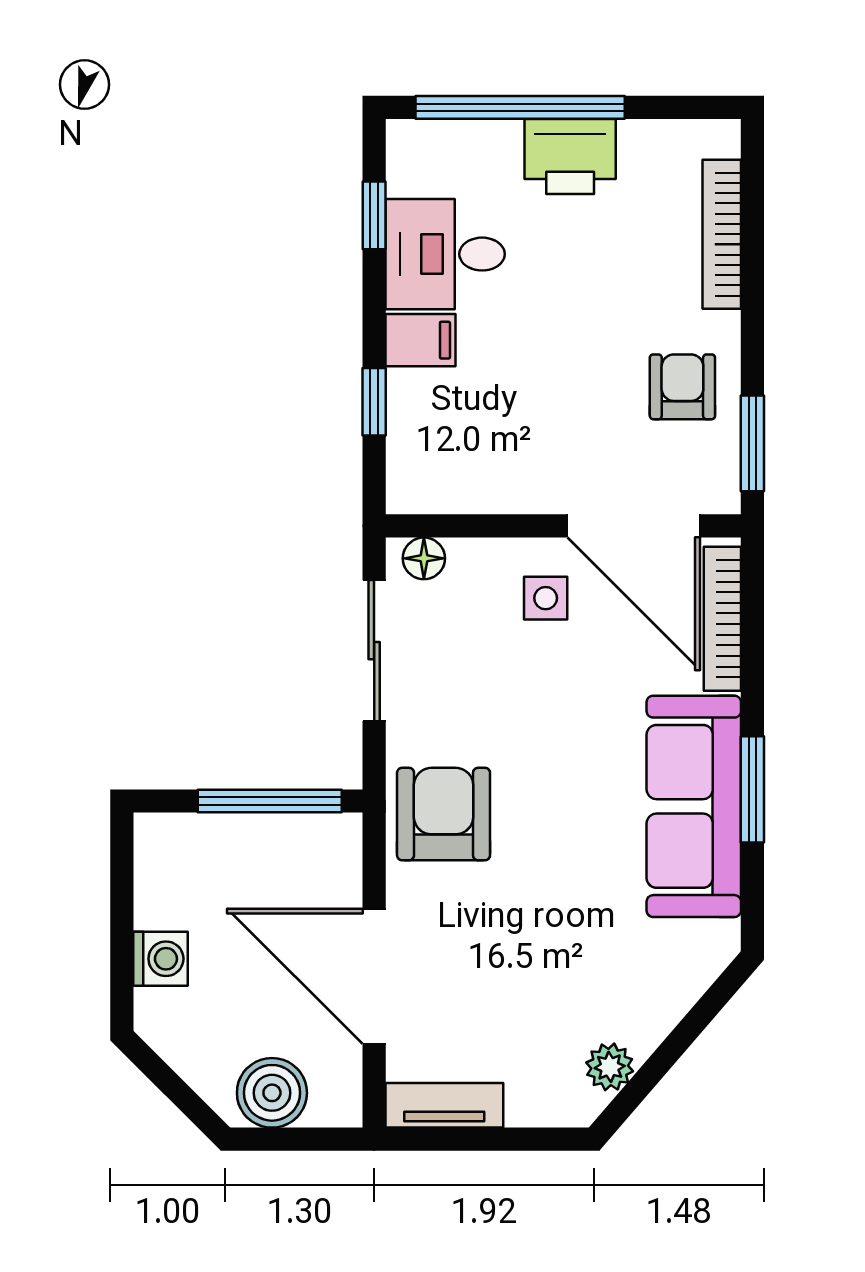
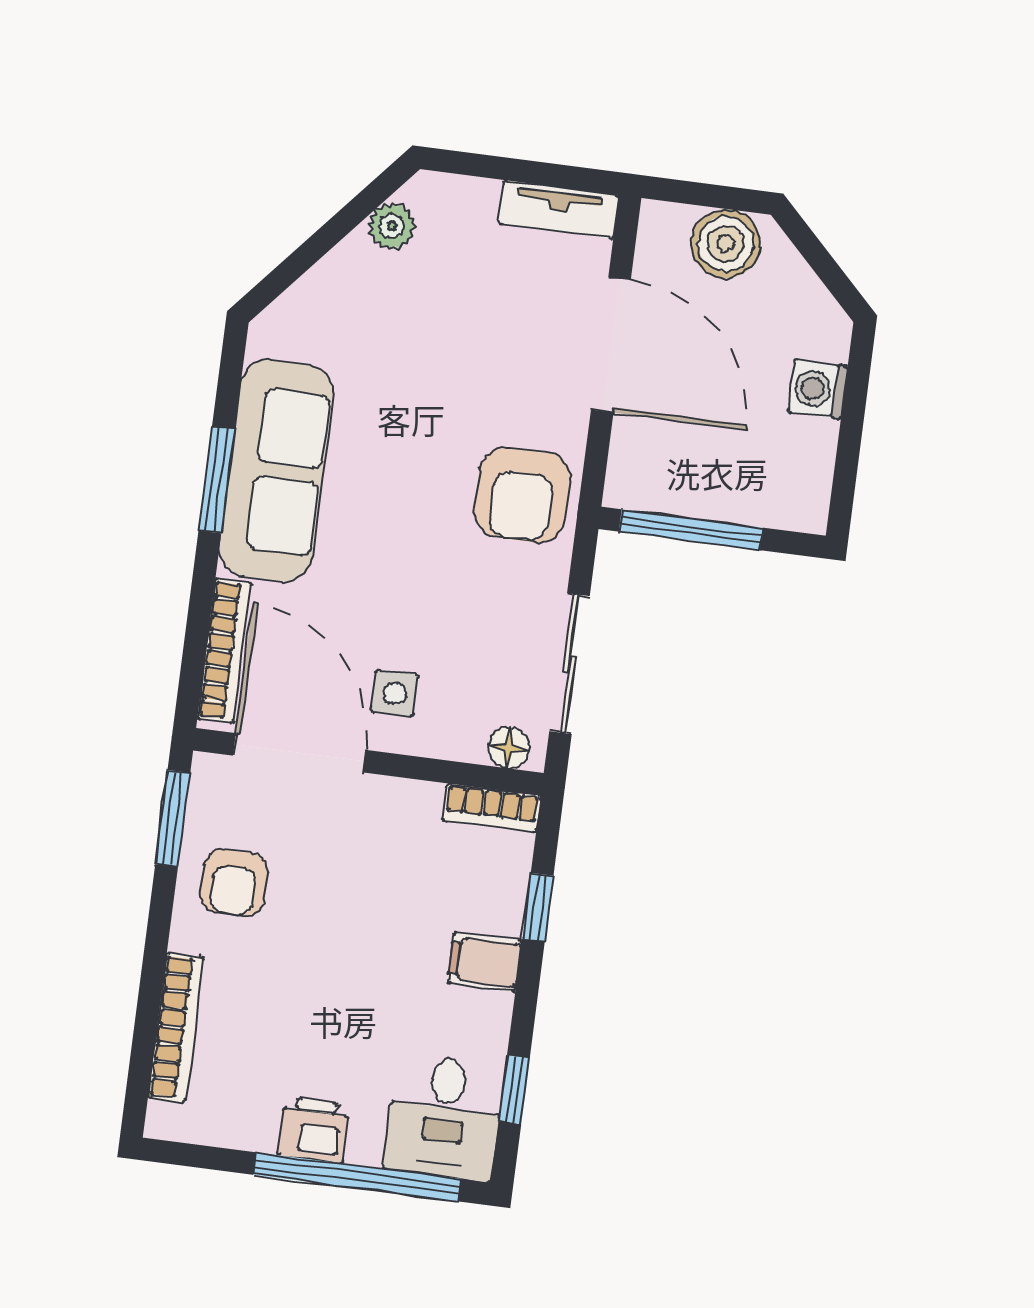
printer: (570, 157) -> (314, 1130), width x0.73, depth x0.81
desk: (445, 254) -> (444, 1117), moved, turned 90
bookcase: (433, 495) -> (492, 808), added

